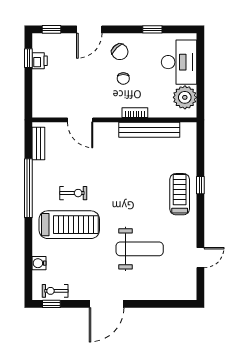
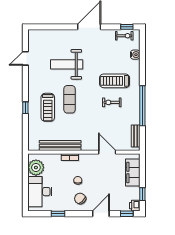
printer: (40, 61) -> (135, 206), moved
filing cabinet: (43, 90) -> (133, 172), added
treadmill: (180, 194) -> (48, 107), moved
exercise mat: (135, 198) -> (70, 99), added
treadmill: (69, 225) -> (115, 81), width x0.73, depth x0.73

